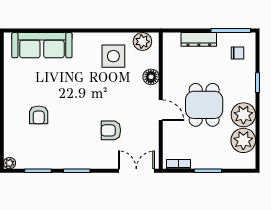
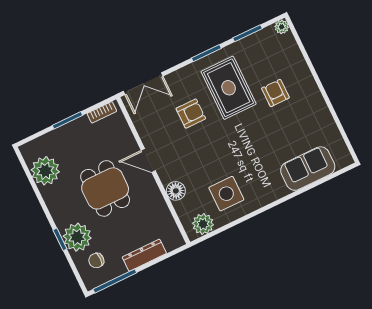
sofa: (42, 45) -> (308, 169), width x0.73
plant: (243, 115) -> (77, 237), moved
rug: (73, 136) -> (229, 88), added

